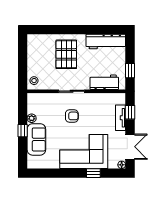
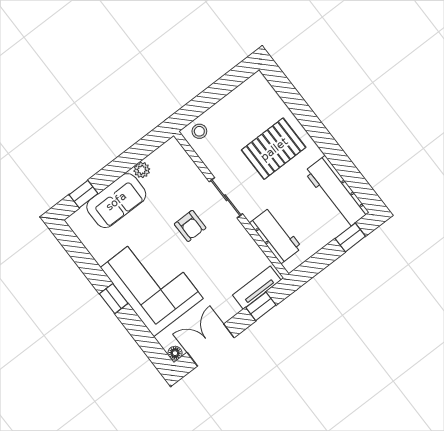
window: (130, 71) -> (350, 237), moved
tv unit: (121, 118) -> (257, 288), moved
window: (23, 131) -> (84, 194), moved
double door: (130, 147) -> (211, 345), swing flipped
window: (93, 173) -> (114, 299), moved

